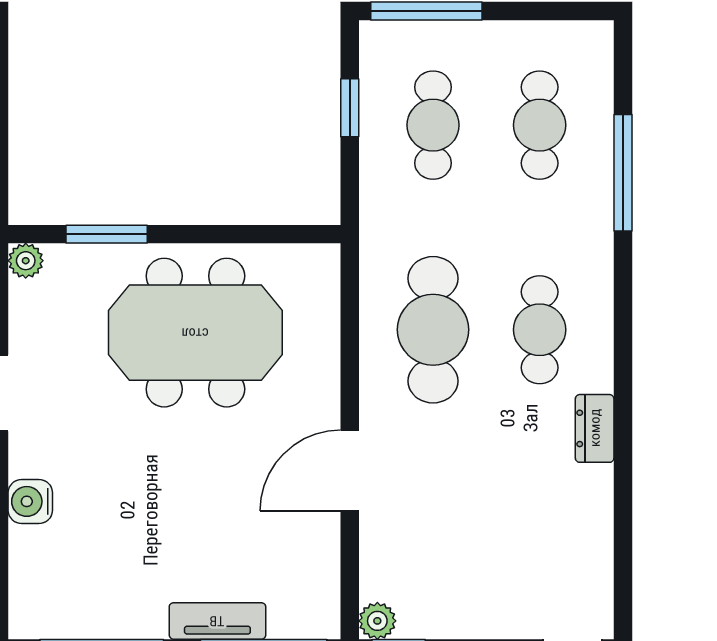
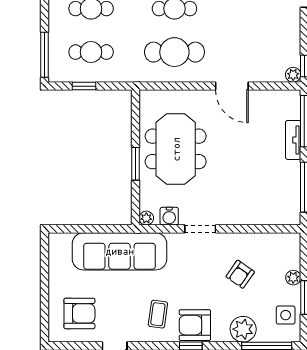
window: (107, 234) -> (135, 164), moved
water cooler: (30, 501) -> (169, 216), moved

